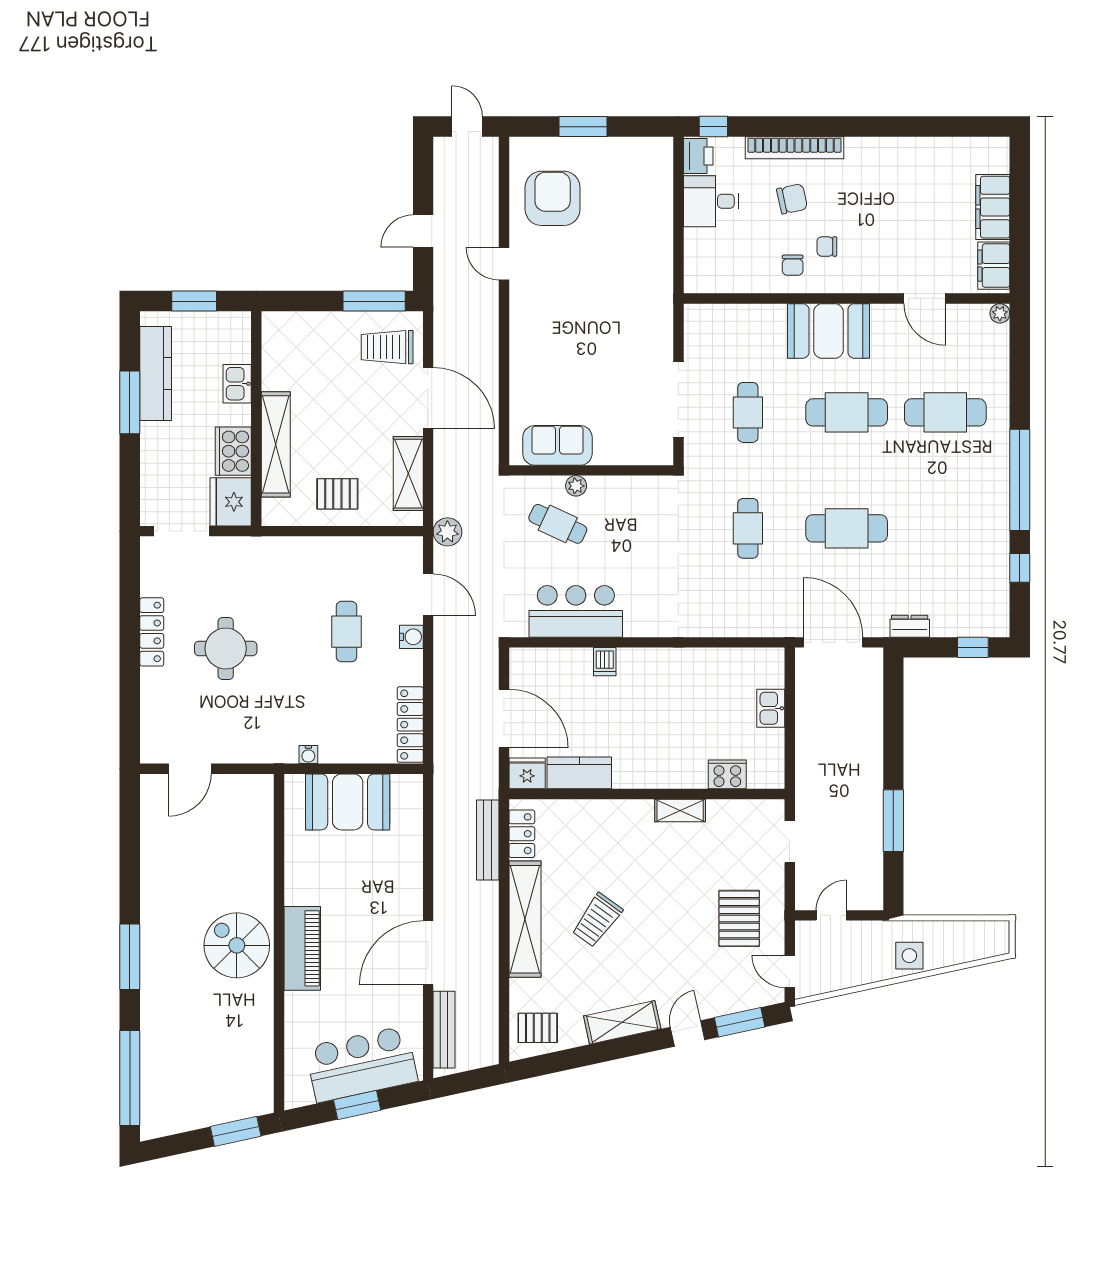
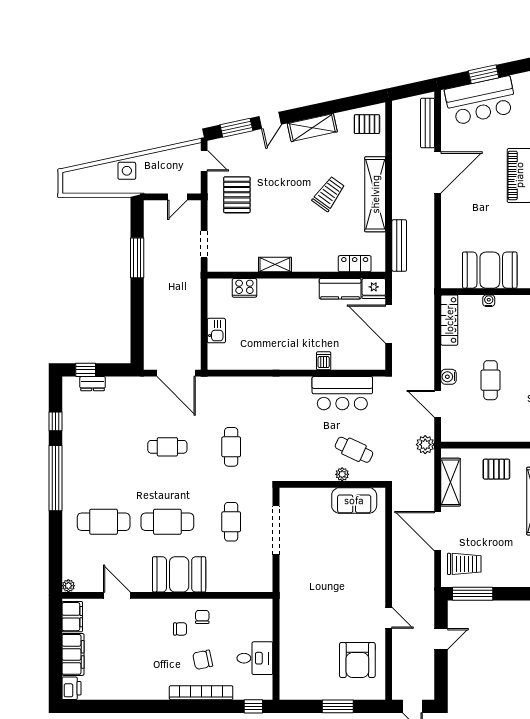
printer: (698, 156) -> (71, 688), moved, turned 180
cafe table: (847, 528) -> (167, 447), width x0.73, depth x0.74
dresser: (910, 626) -> (93, 384), moved
water cooler: (308, 755) -> (489, 301), moved
locker: (522, 834) -> (355, 264), moved, turned 90

